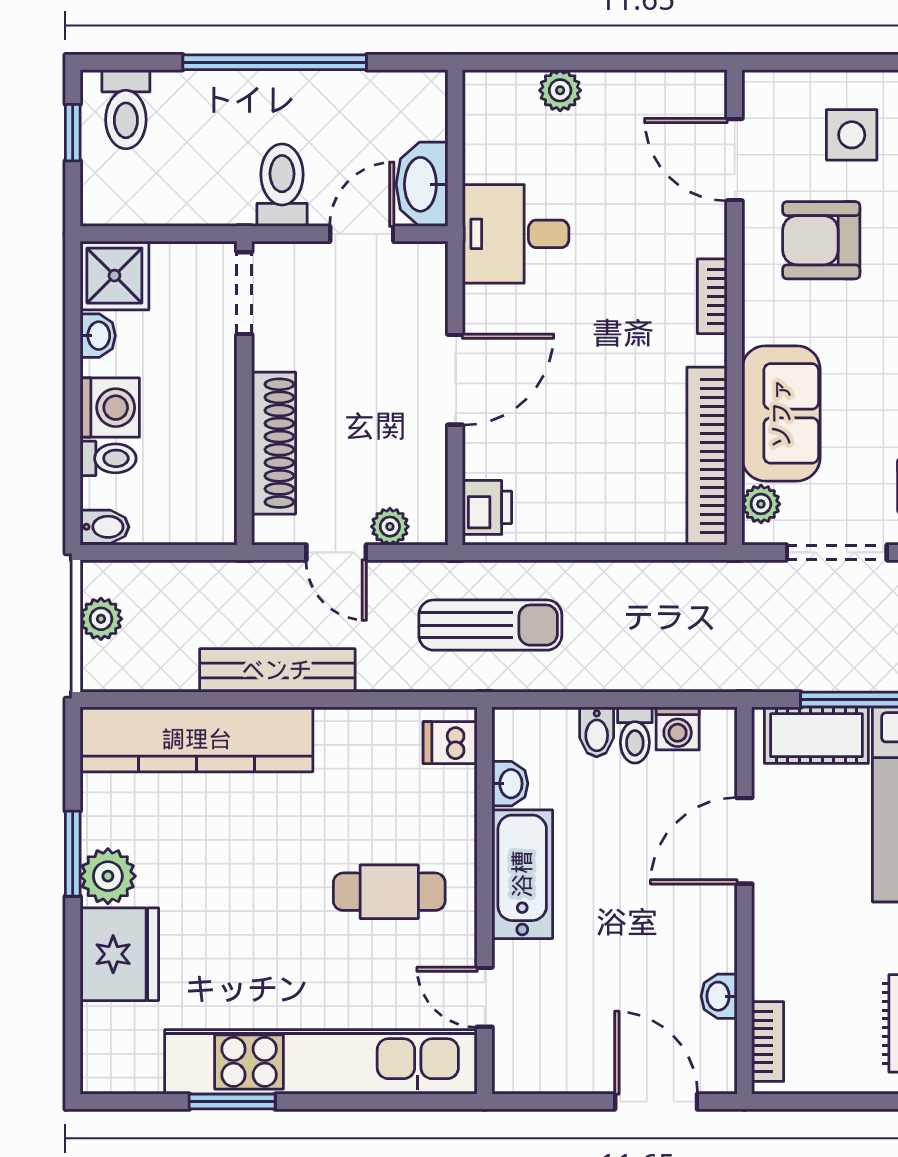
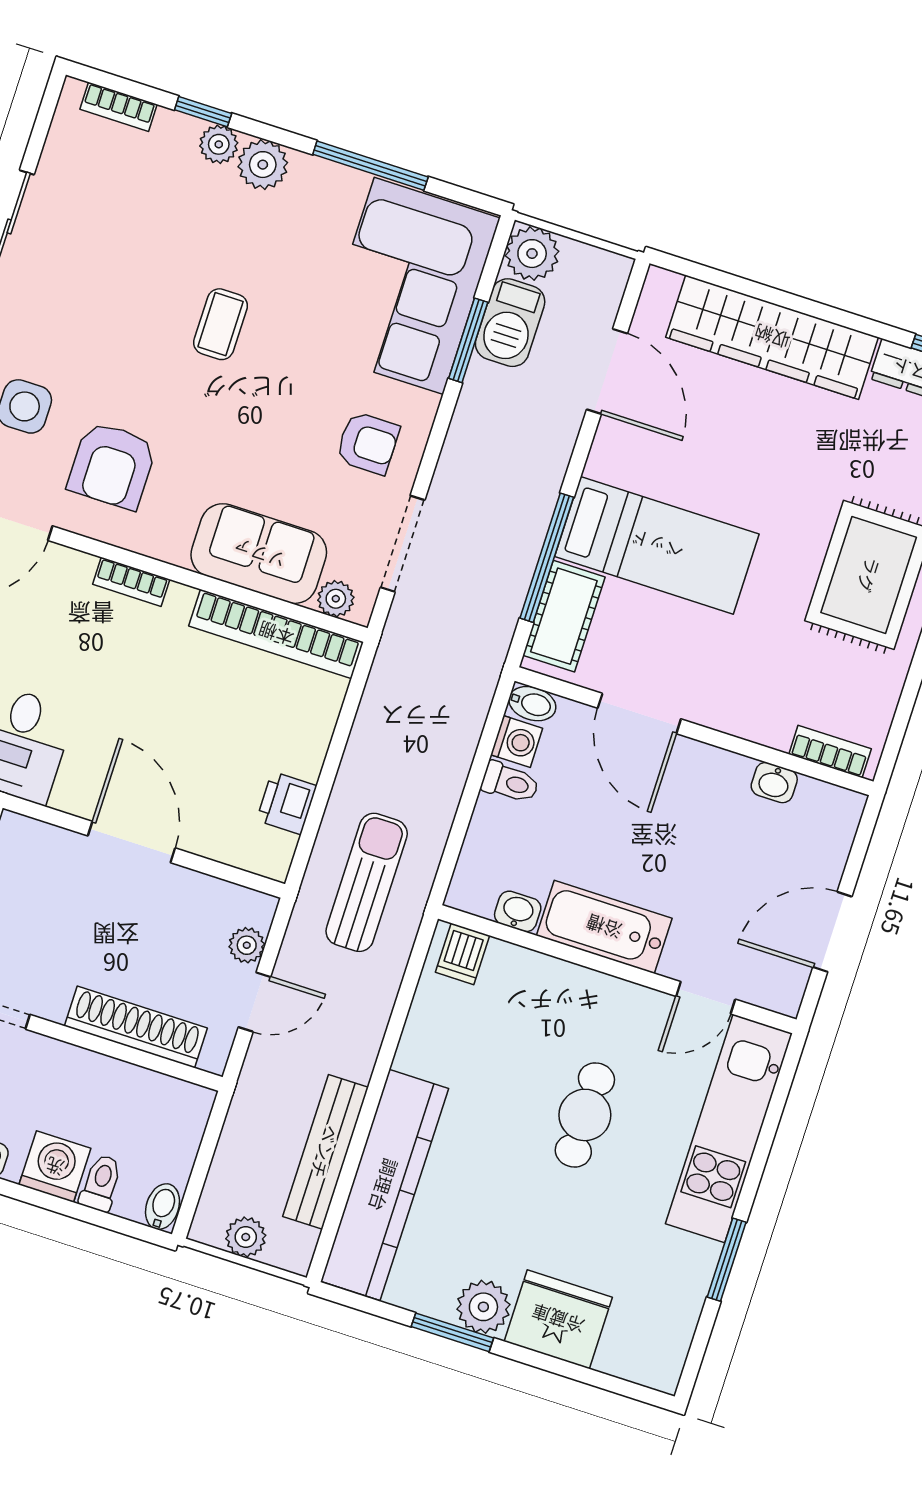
printer: (487, 507) -> (287, 803), moved, turned -90
bench: (277, 670) -> (325, 1152), moved
bidet: (597, 732) -> (532, 704), moved
cafe table: (389, 892) -> (585, 1115), moved
kitchen unit: (321, 1062) -> (729, 1129), width x0.73
door: (656, 1102) -> (832, 932), moved

